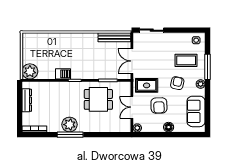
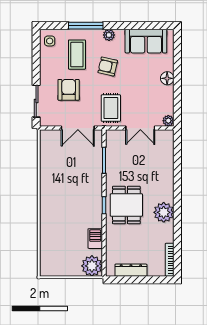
bench: (114, 37) -> (46, 152), removed
barbecue: (63, 74) -> (95, 239), moved
dining table: (98, 99) -> (126, 205), moved
armchair: (159, 106) -> (69, 90), moved, turned -88
window: (70, 135) -> (177, 212), removed

